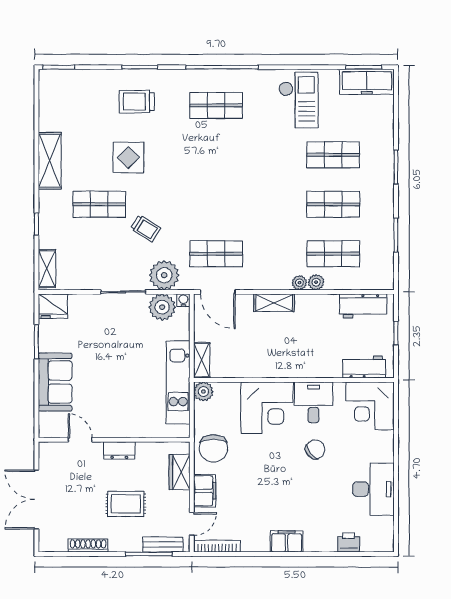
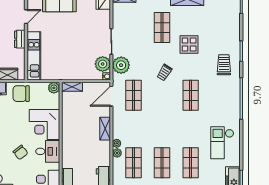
checkout: (298, 100) -> (222, 143), turned 90
trolley: (137, 102) -> (224, 65), moved
shop shelf: (216, 105) -> (191, 95), moved
trolley: (146, 228) -> (164, 73), moved
kitchen unit: (178, 382) -> (34, 56), moved, turned 90

